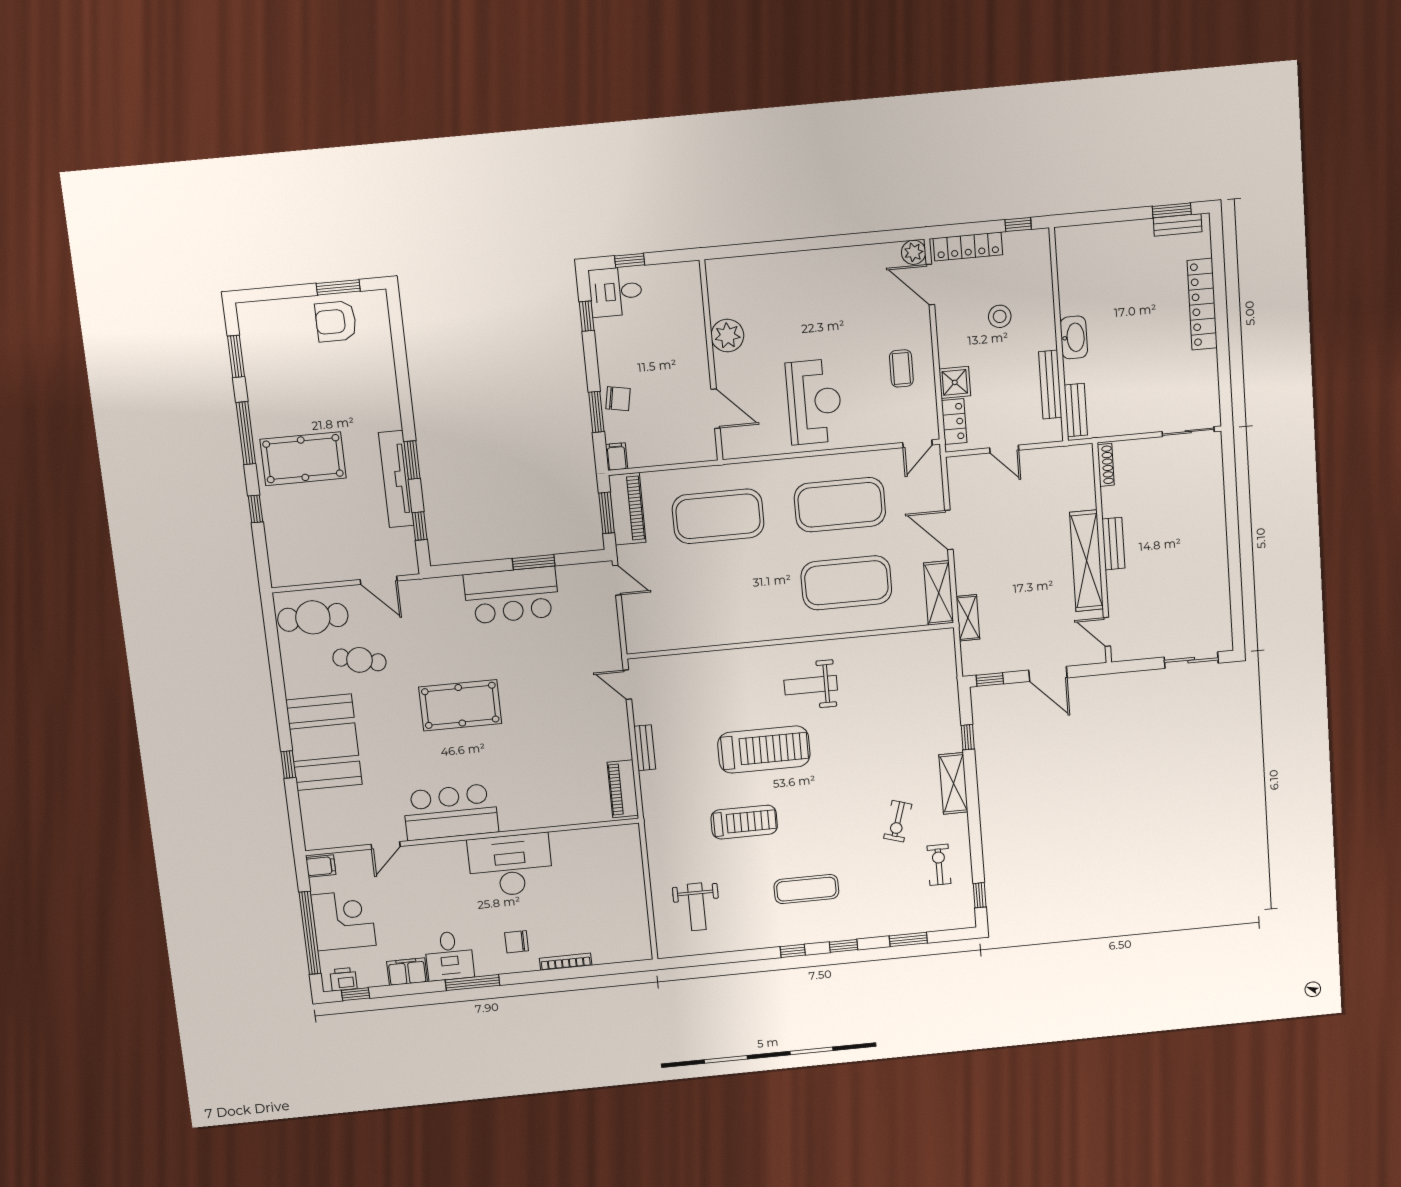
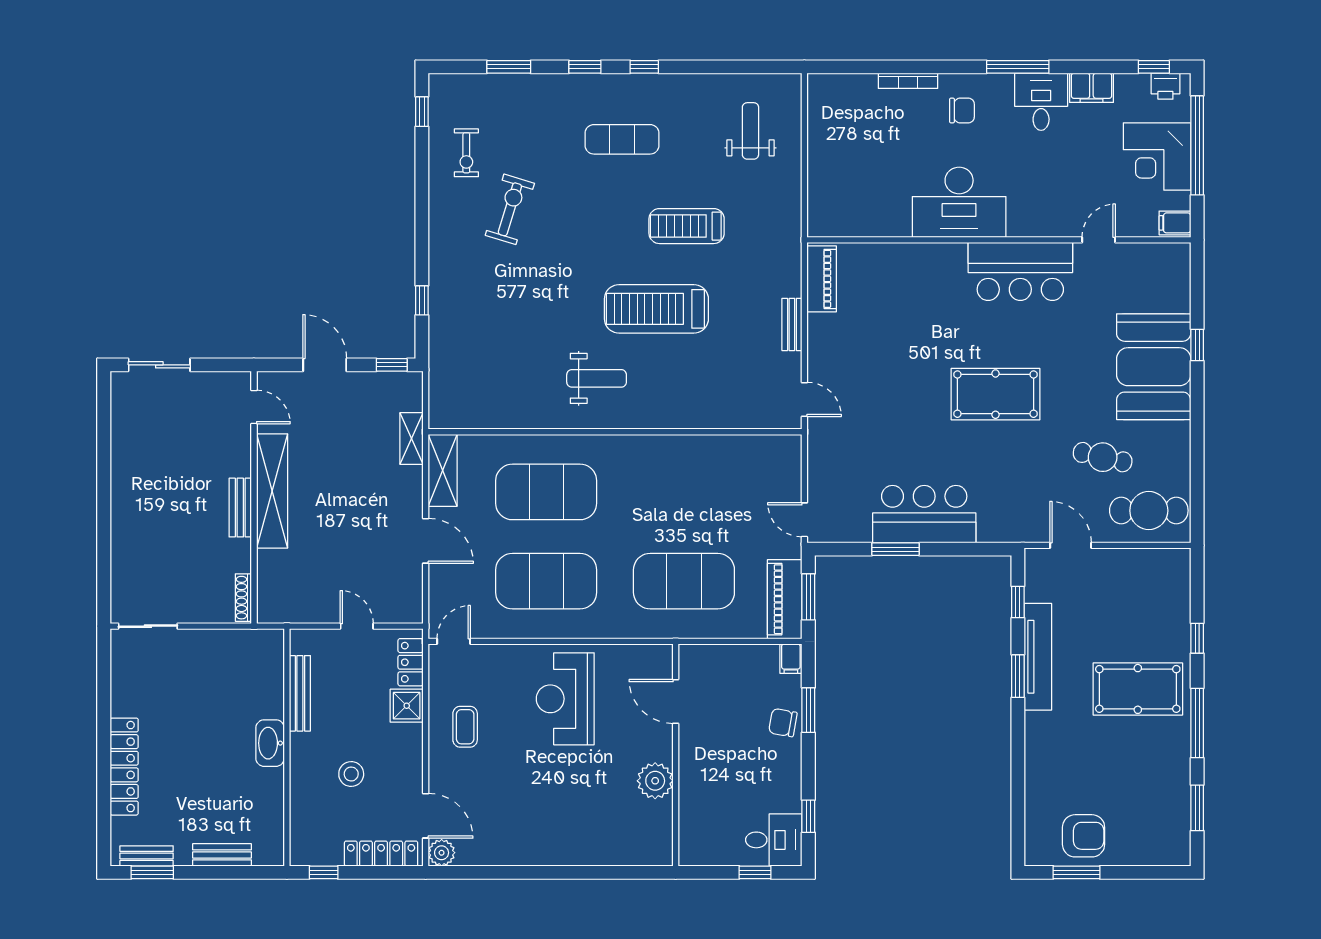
bench: (1076, 410) -> (222, 855), moved, turned 90
shelving: (953, 783) -> (442, 248), removed
exercise bike: (898, 821) -> (510, 209), width x1.38, depth x1.39

